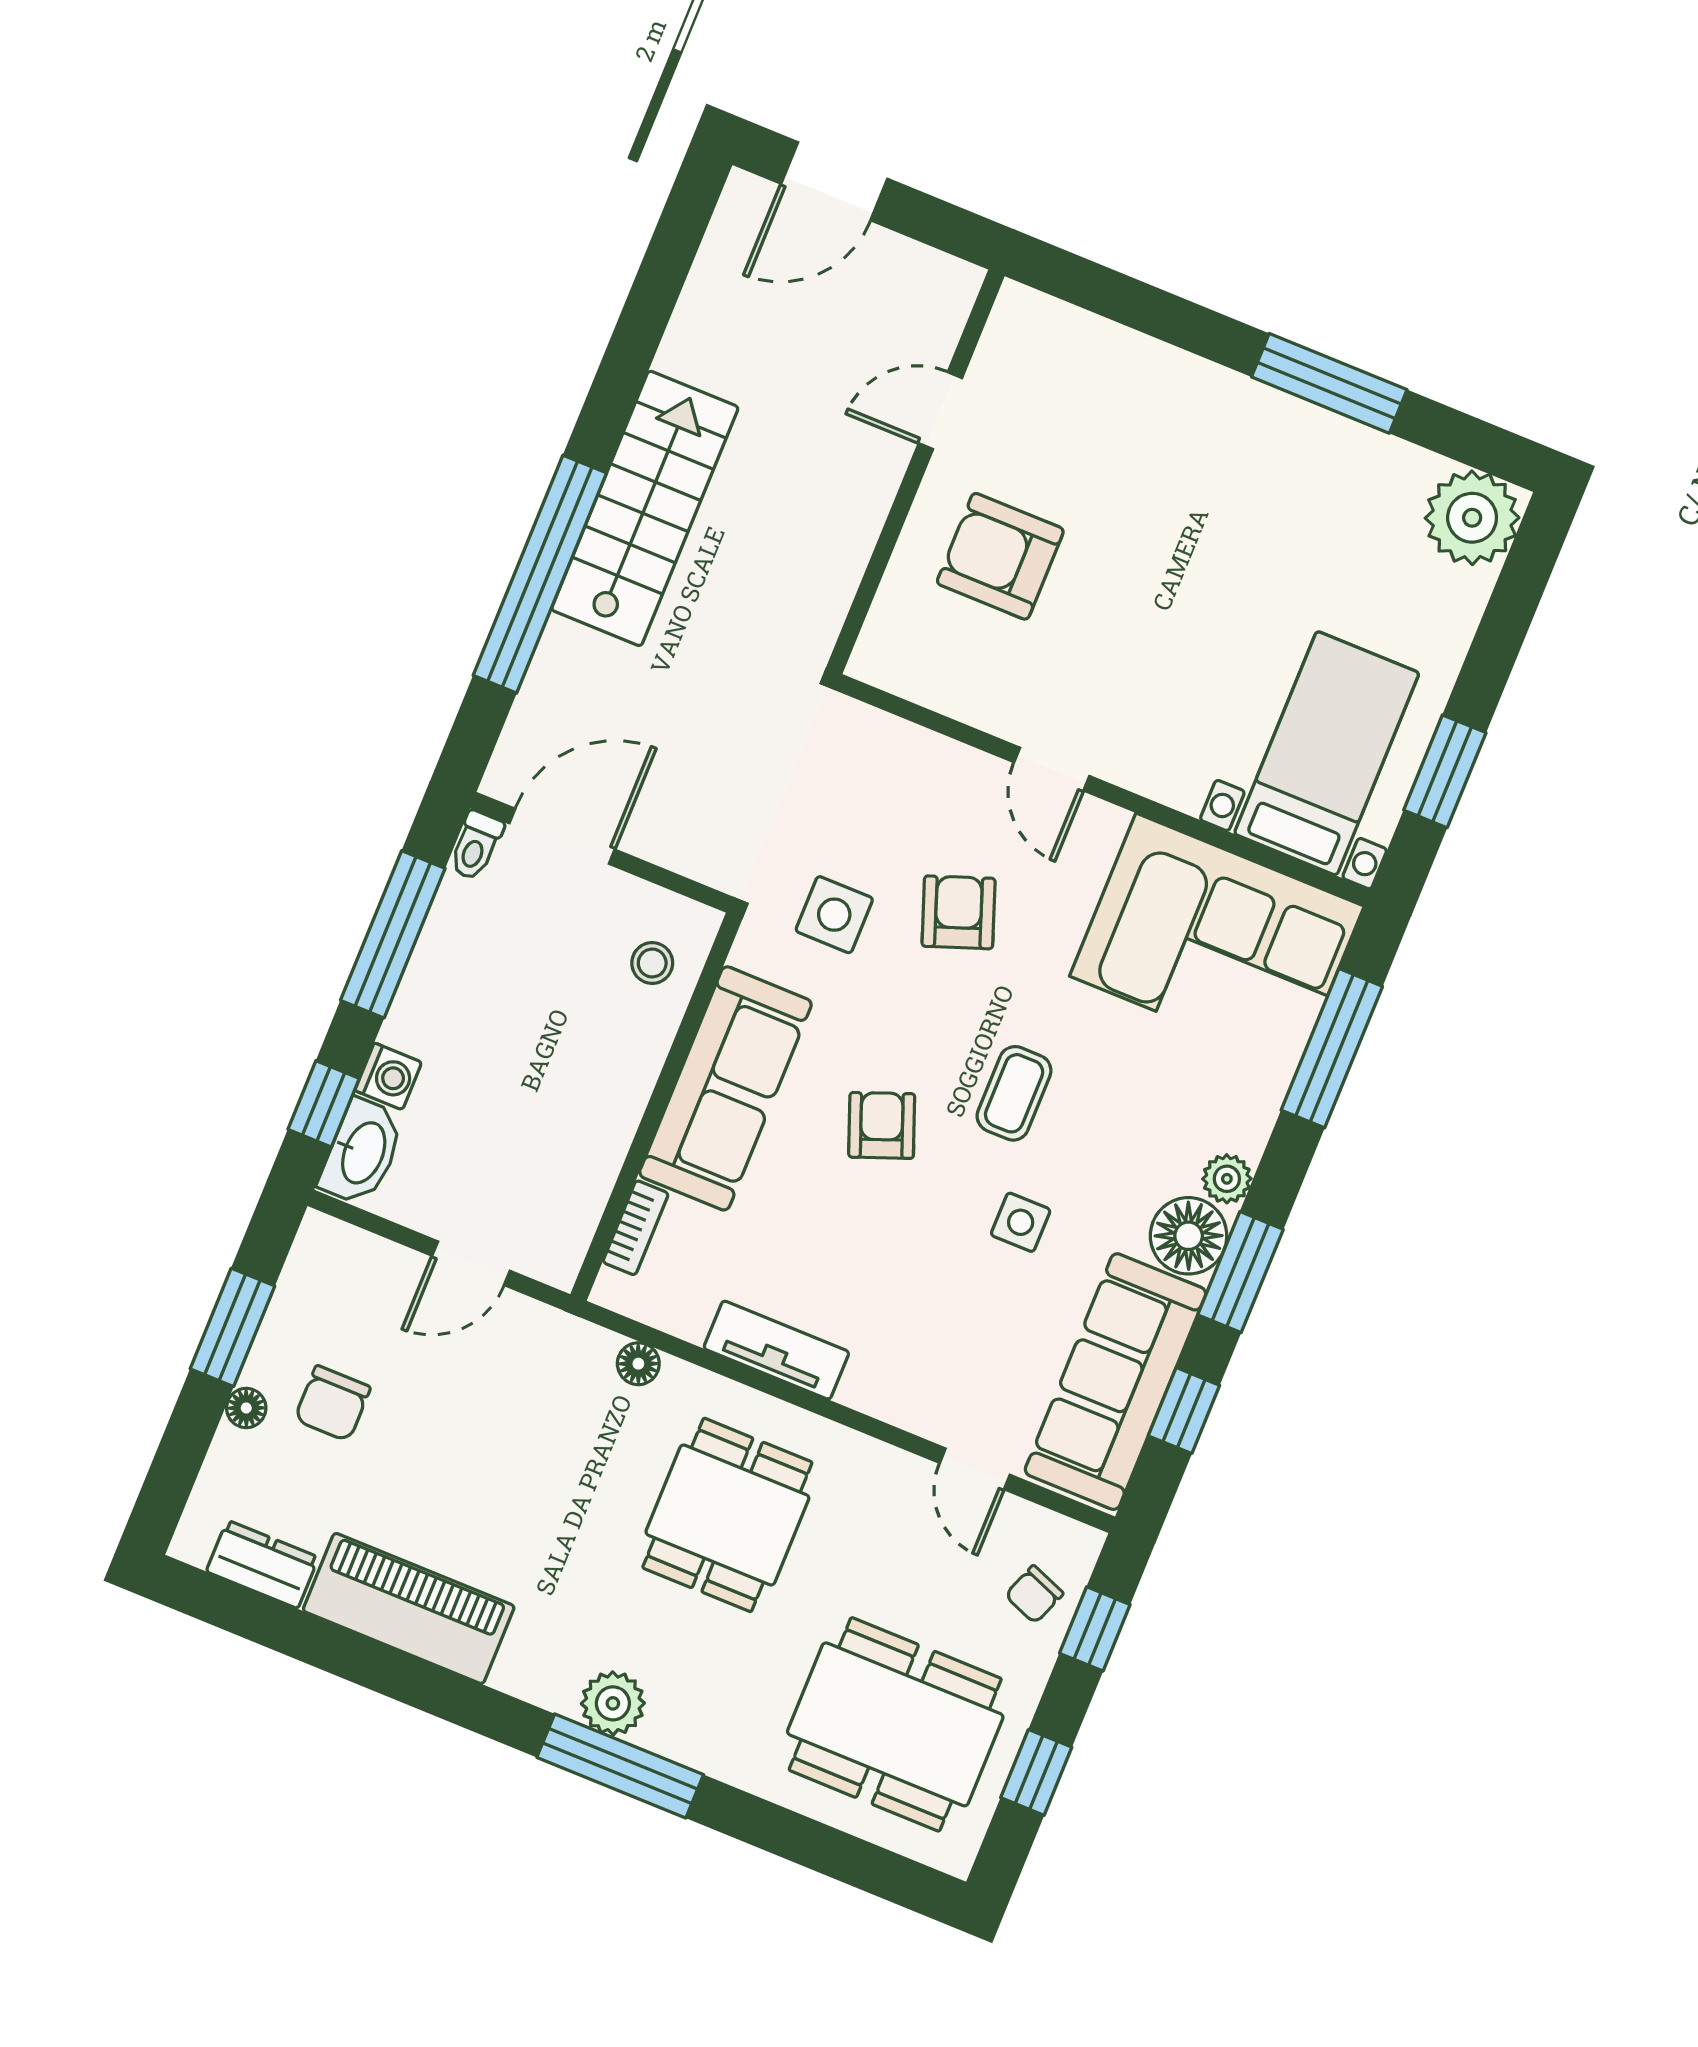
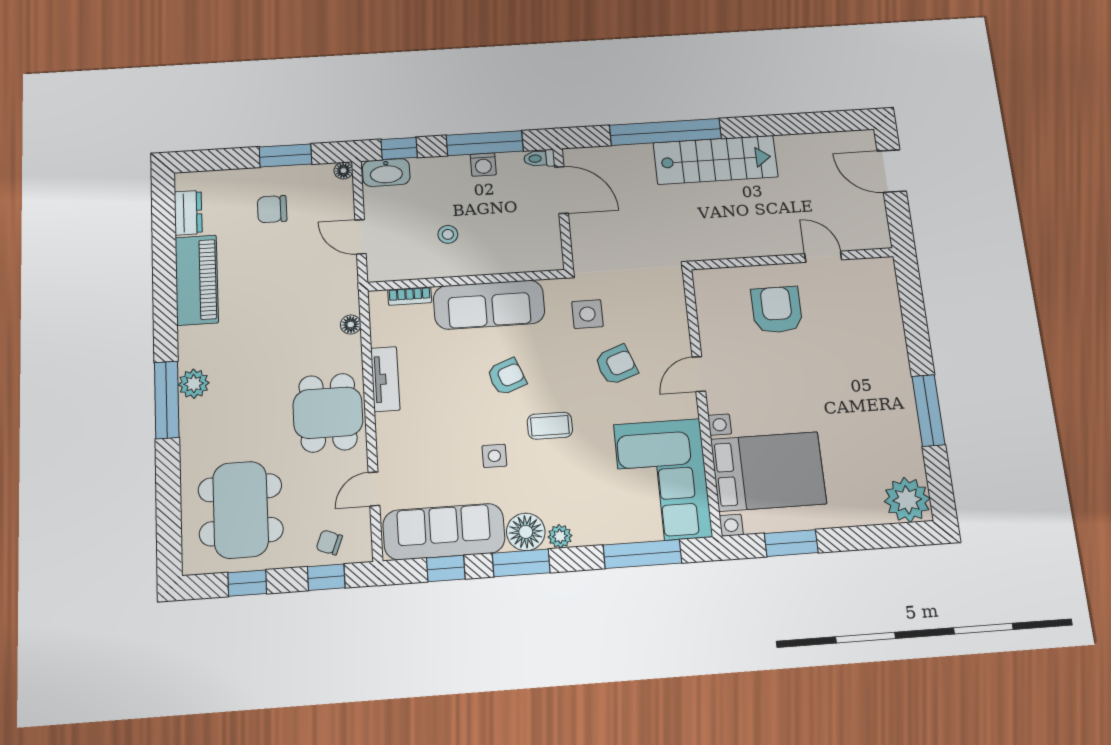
bed with nightstands: (1327, 753) -> (768, 471), width x1.36
stool: (652, 963) -> (448, 234), moved
washing machine: (388, 1076) -> (483, 165), moved
floor lamp: (246, 1408) -> (343, 171), moved
dining table: (727, 1515) -> (328, 413), moved, turned 90

